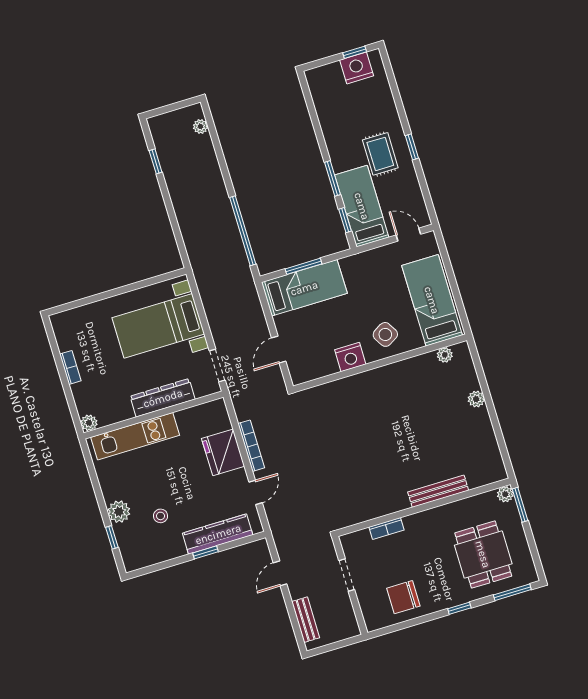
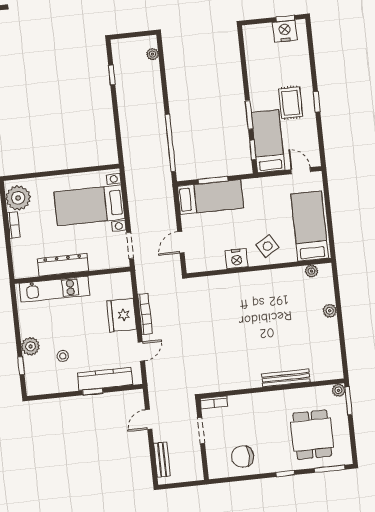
dresser: (163, 398) -> (63, 265), moved
plant: (89, 423) -> (18, 198), moved, width x1.87, depth x1.87
bookcase: (386, 528) -> (214, 402), moved

